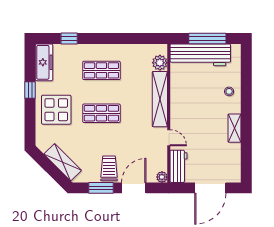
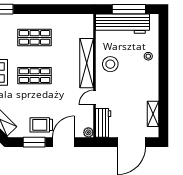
plant: (160, 63) -> (87, 31), removed
stool: (186, 100) -> (110, 64), added
shelving: (234, 128) -> (153, 114), moved
door: (169, 138) -> (95, 97), swing flipped
trolley: (109, 168) -> (41, 125), turned -90

